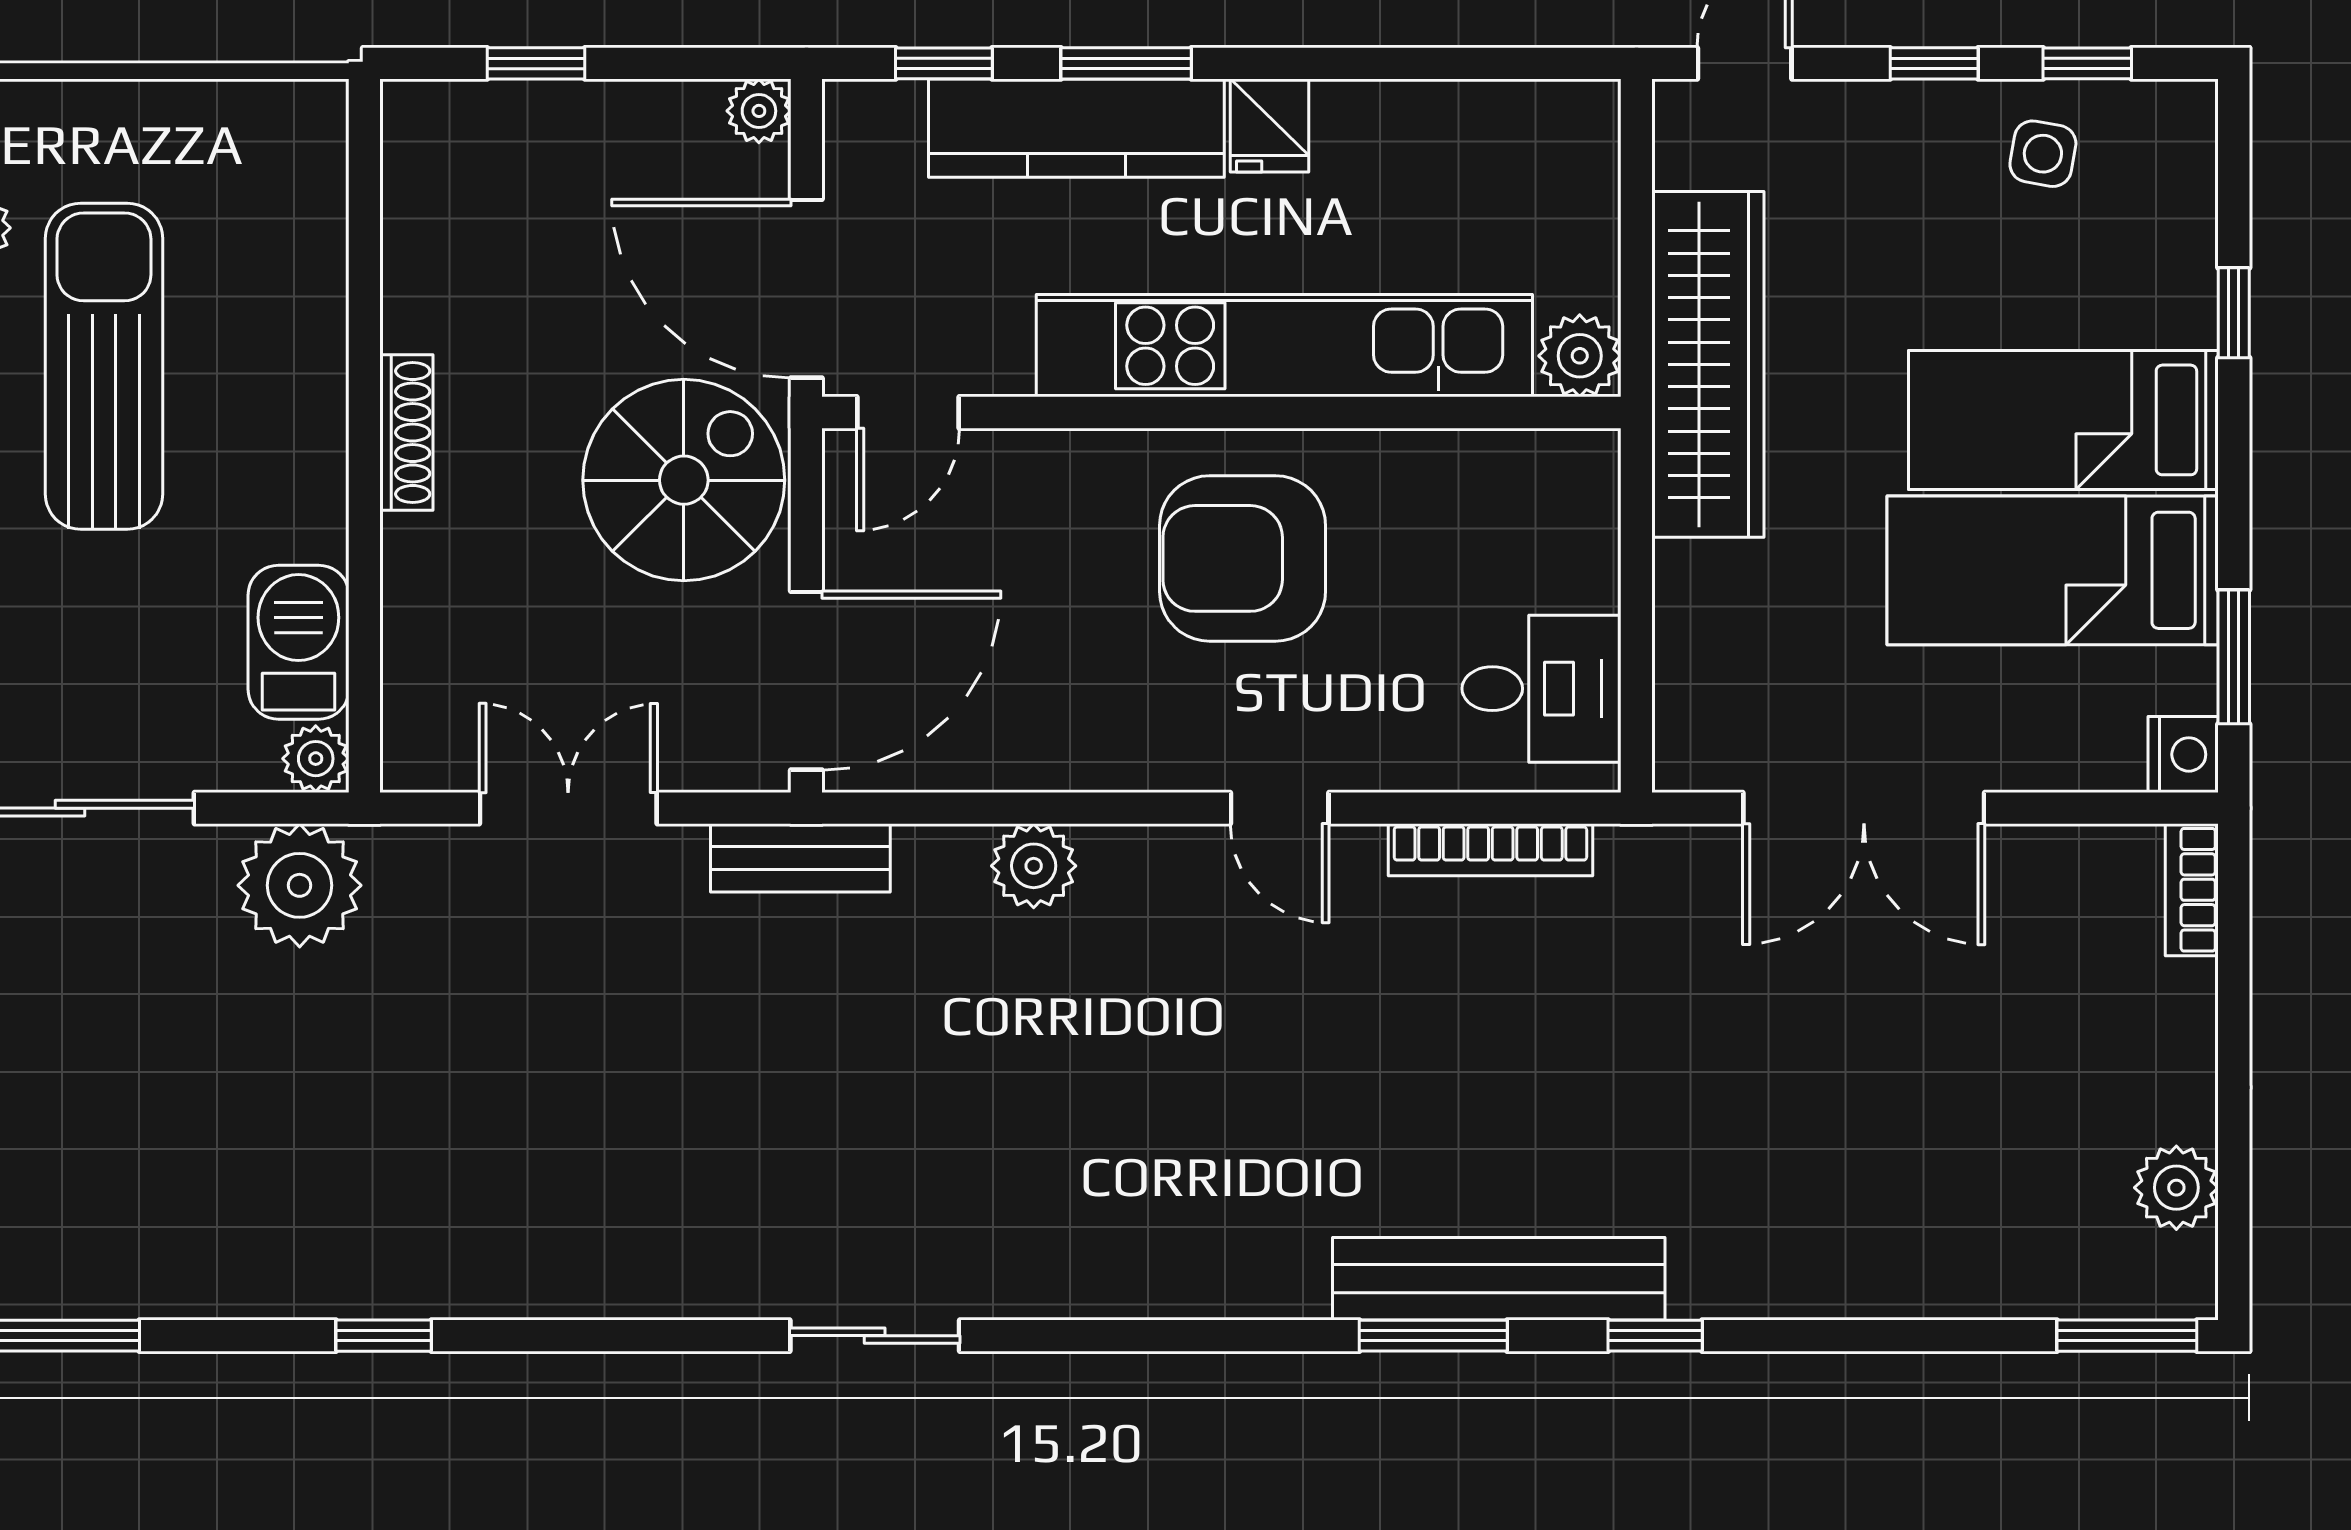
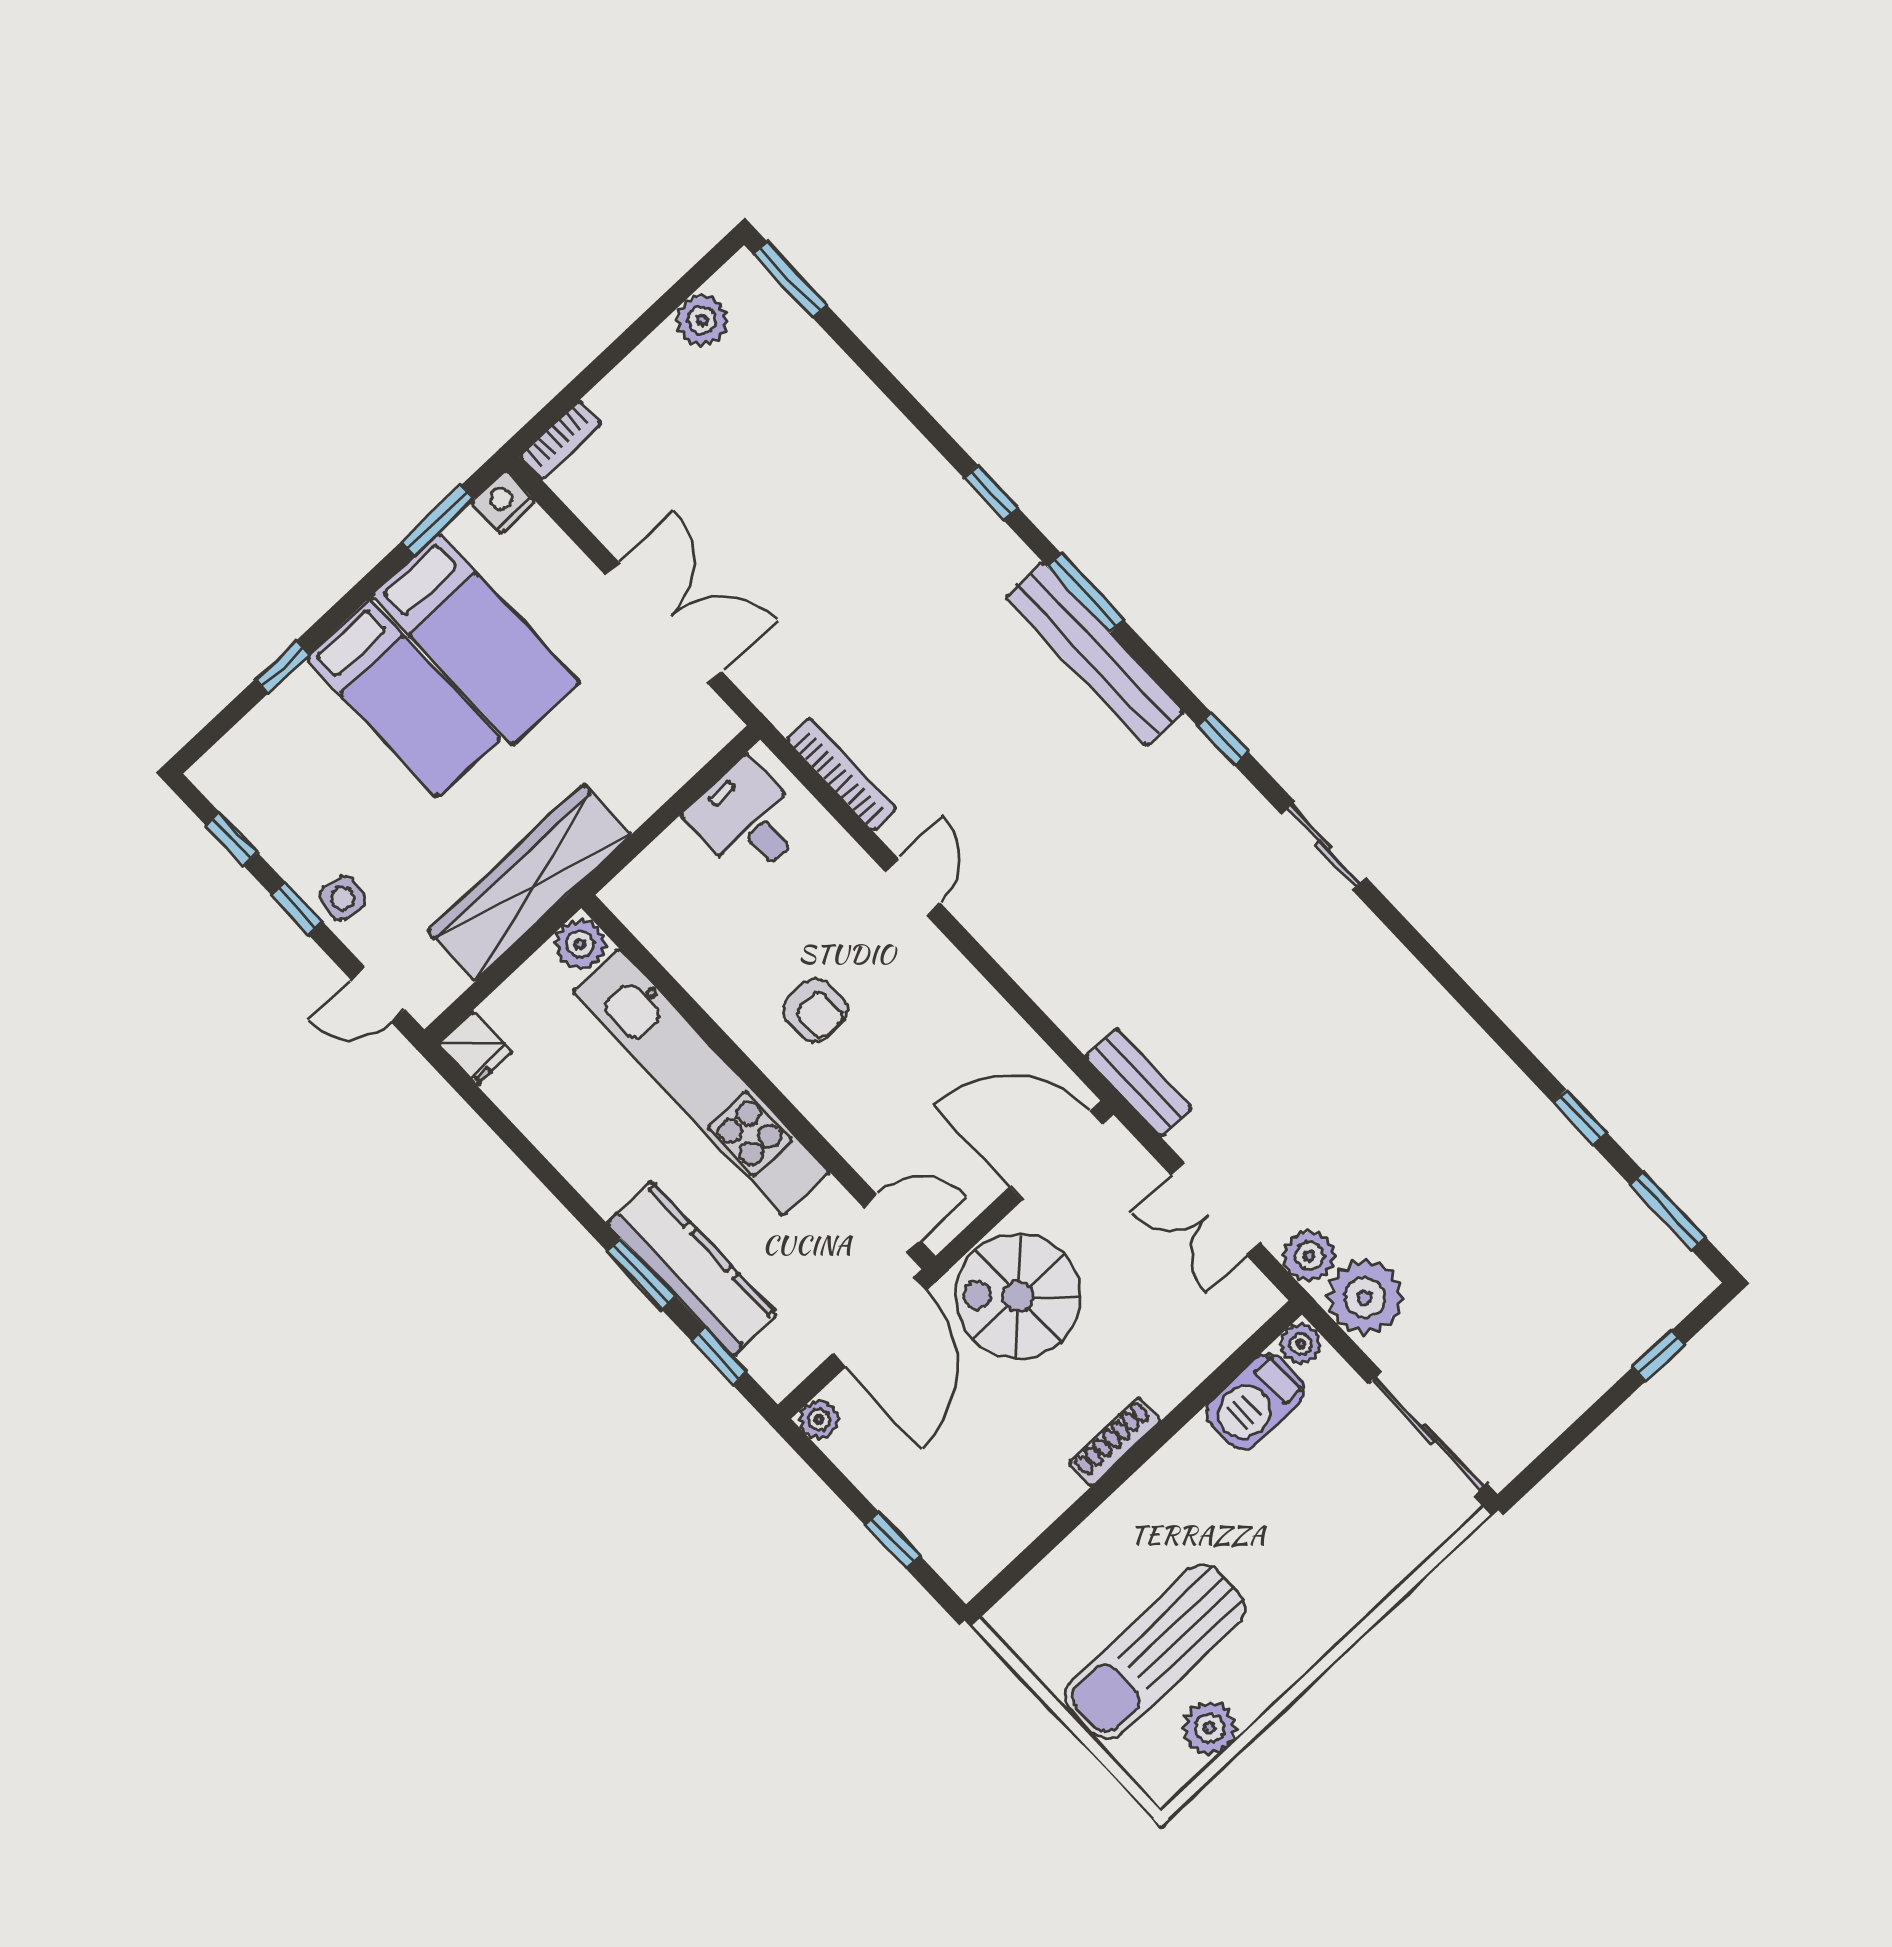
fridge: (1269, 126) -> (475, 1048), moved, turned 90
side table: (2043, 154) -> (342, 898), moved
sun lounger: (104, 366) -> (1155, 1652), moved
armchair: (1243, 558) -> (815, 1010), width x0.53, depth x0.53
plant: (1034, 866) -> (1309, 1256), moved
bench: (1499, 1279) -> (1094, 654), moved
window: (384, 1336) -> (1580, 1118), moved
window: (1111, 1336) -> (1223, 739), added

